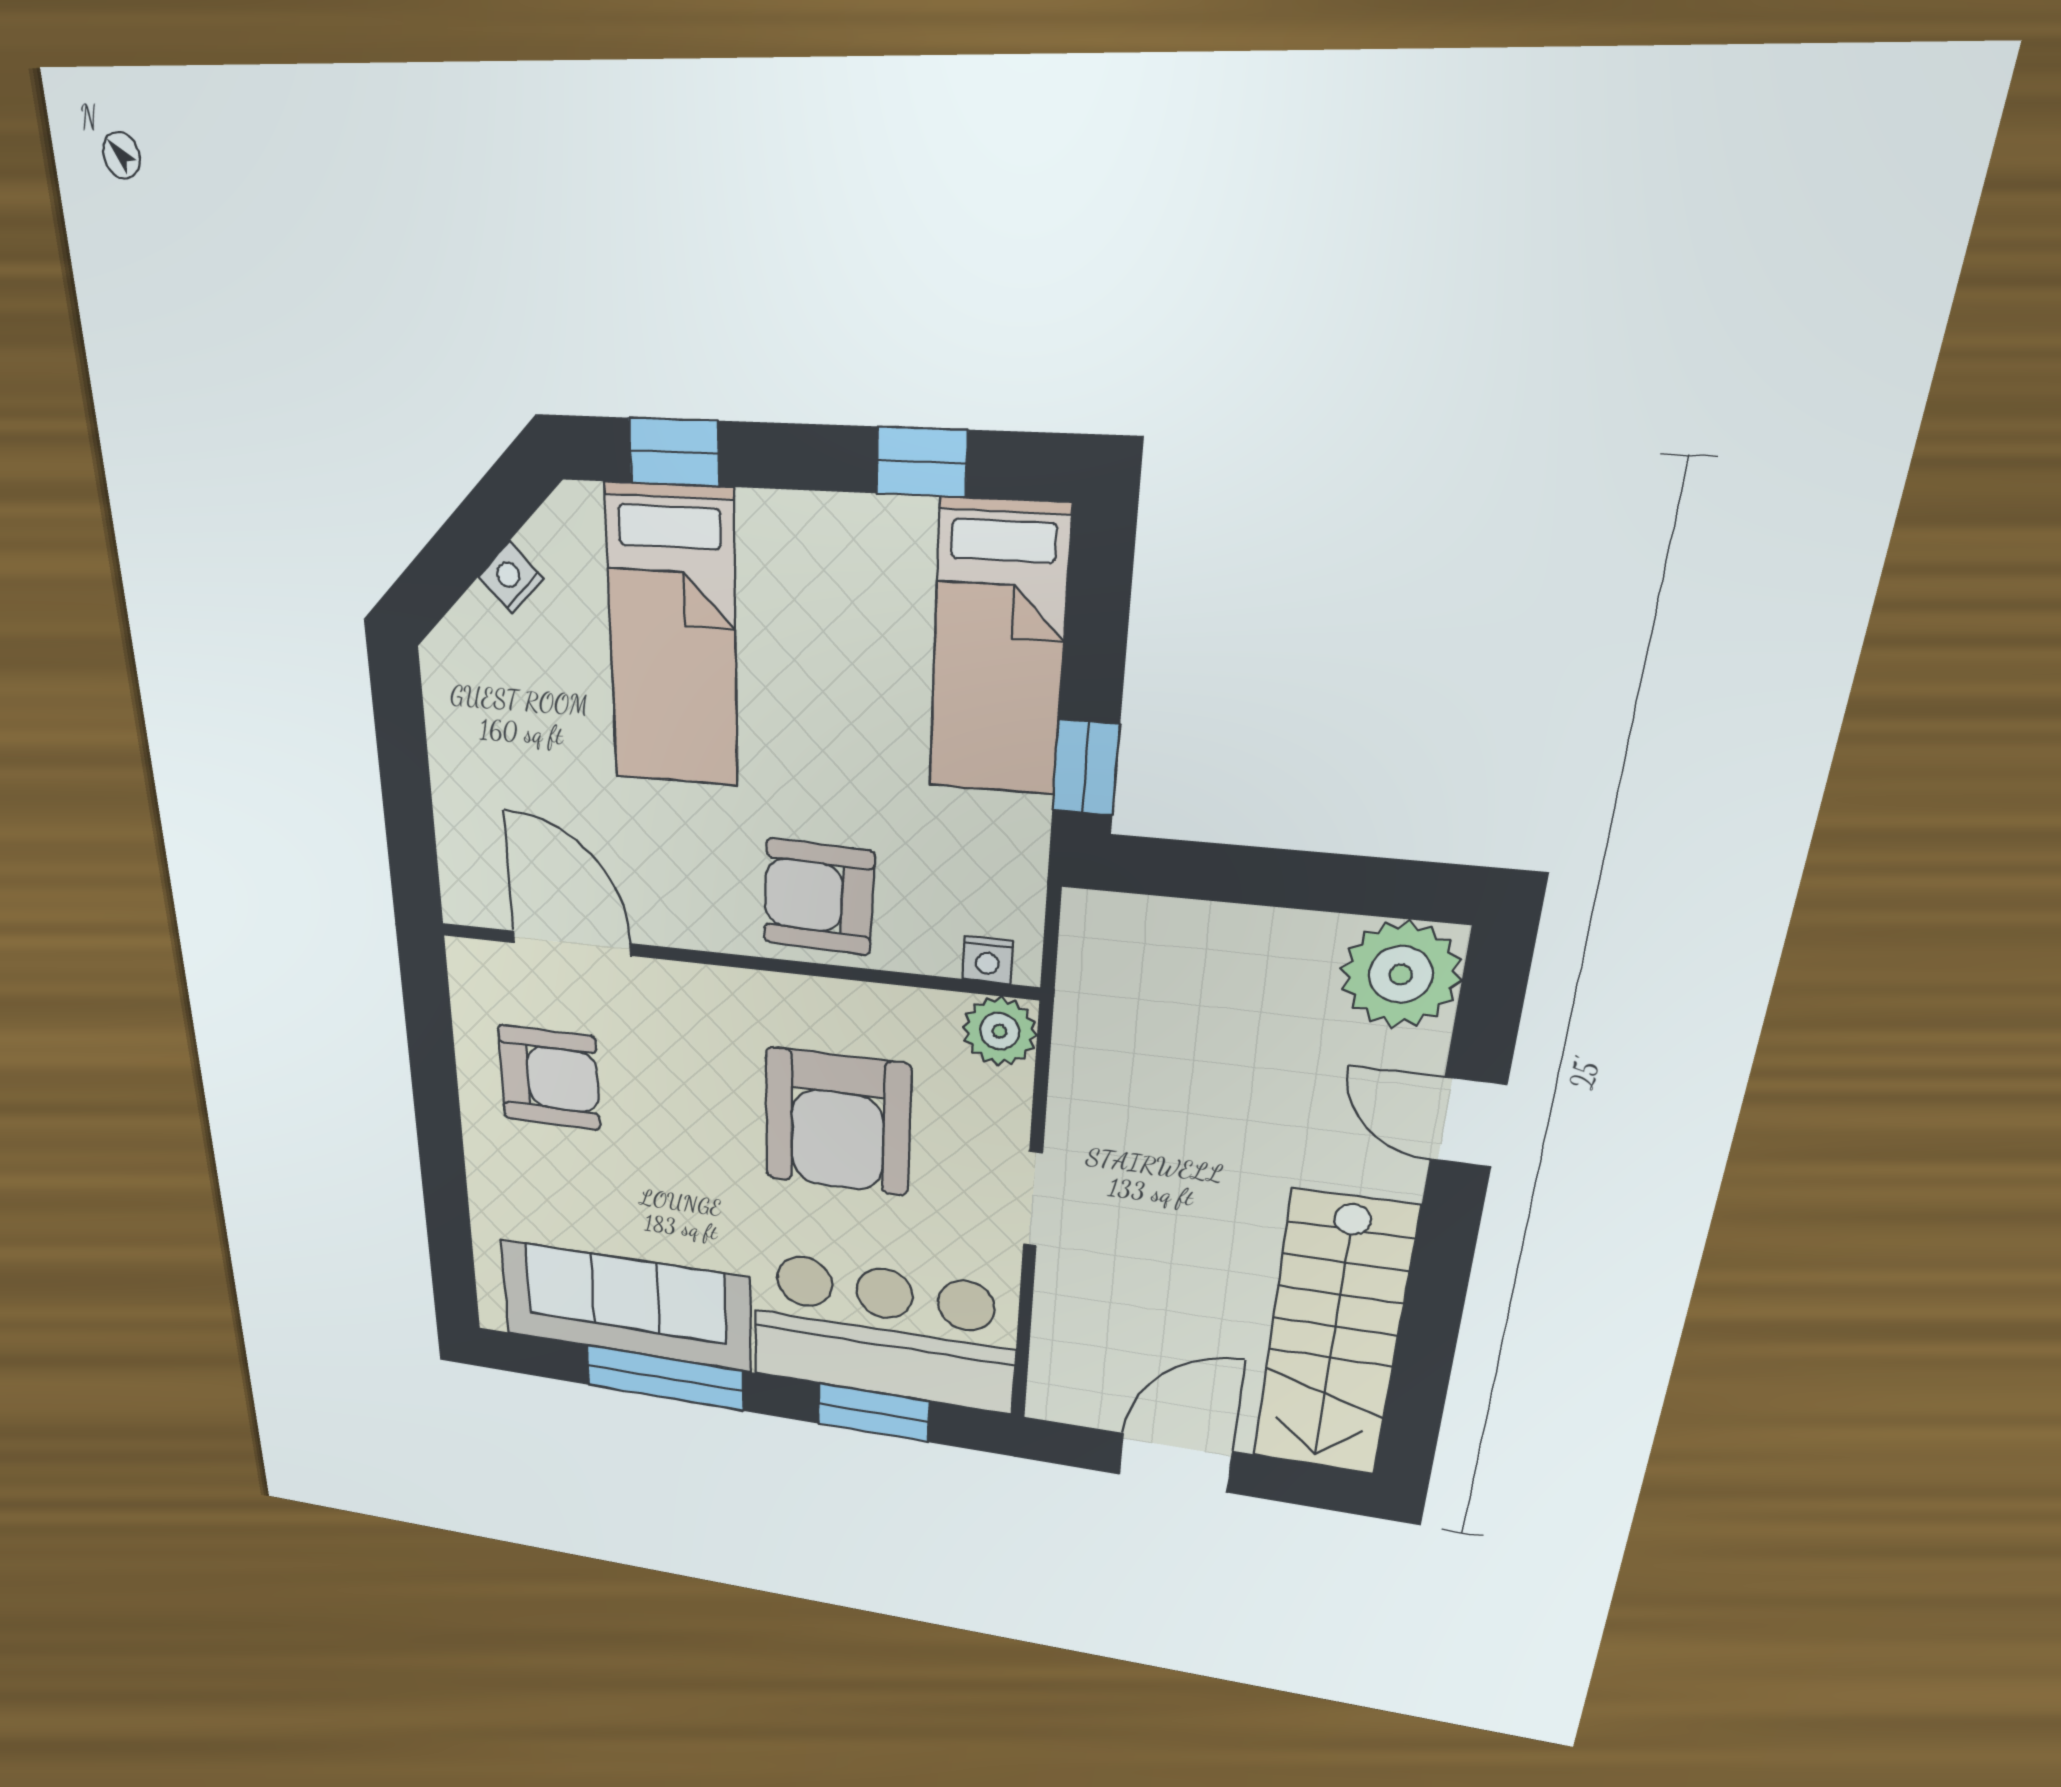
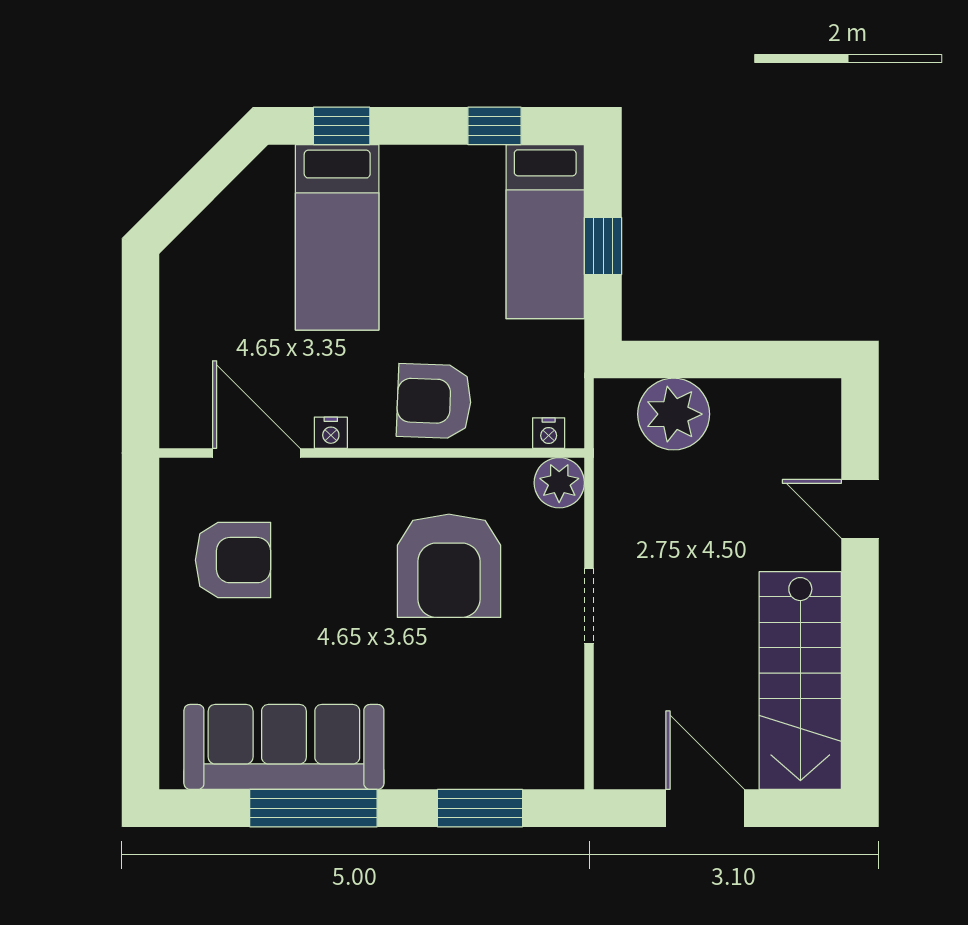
nightstand: (511, 578) -> (331, 433), moved, turned -135
window: (1086, 767) -> (603, 246), moved
plant: (1401, 974) -> (674, 414), moved
bar counter: (883, 1332) -> (486, 735), removed
door: (1175, 1463) -> (705, 808), hinge flipped

